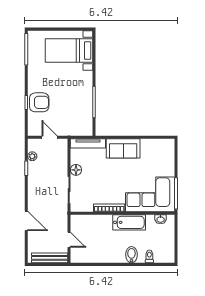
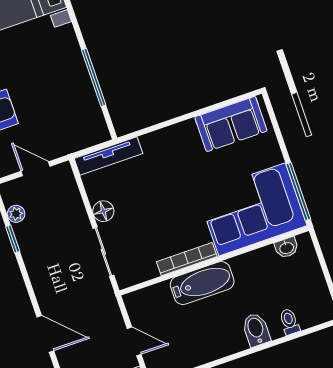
sofa: (123, 148) -> (231, 124), moved
bathtub: (129, 222) -> (202, 283), moved

